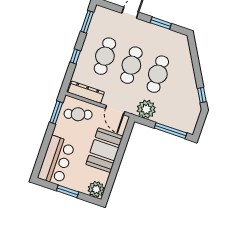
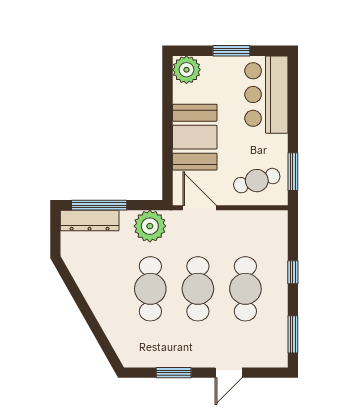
dresser: (86, 92) -> (90, 221), moved
window: (202, 95) -> (68, 279), removed

